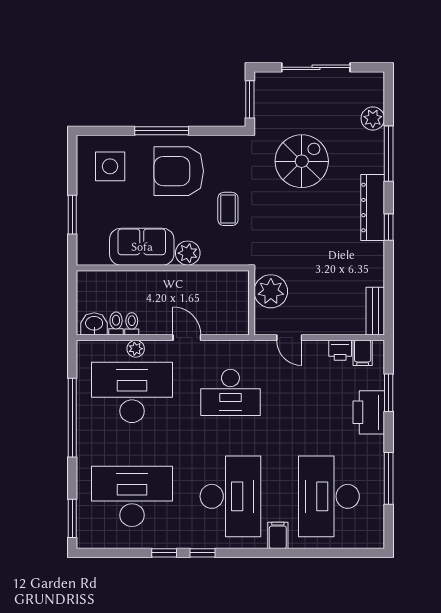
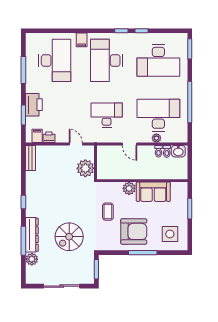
dresser: (373, 208) -> (32, 235), moved
desk: (132, 392) -> (158, 115), turned 180

